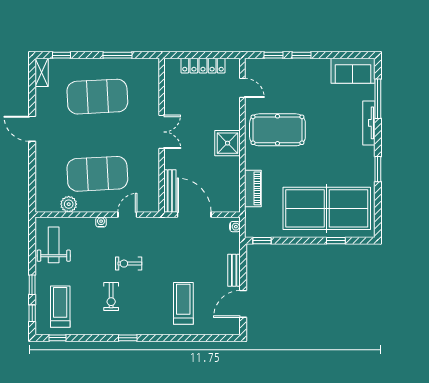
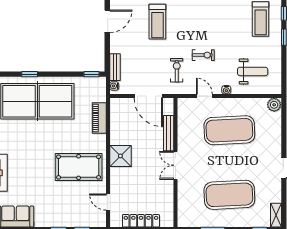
bench: (170, 191) -> (169, 133), moved
plant: (69, 204) -> (274, 105), moved
door: (127, 215) -> (204, 96), swing flipped
weight bench: (54, 245) -> (253, 71), moved, turned -90
bench: (234, 270) -> (115, 67), moved
exercise bike: (111, 297) -> (177, 70), moved

